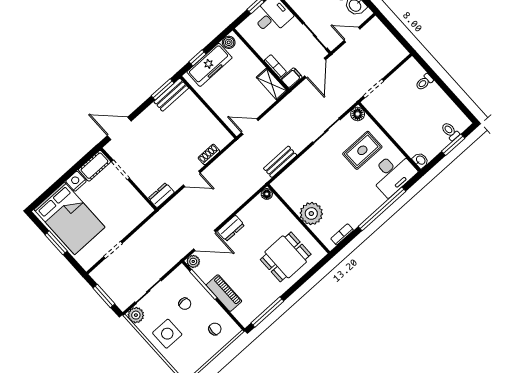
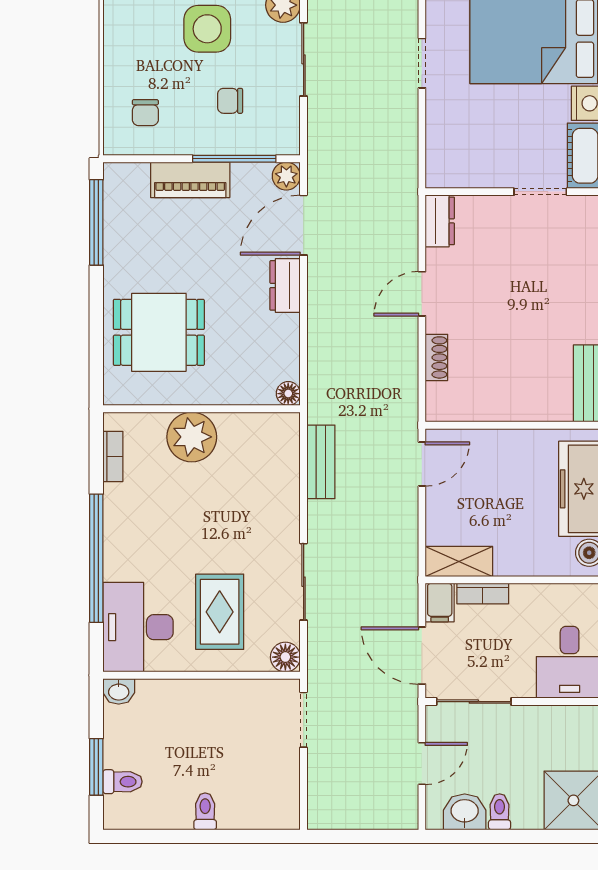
toilet: (424, 82) -> (205, 811), moved
dining table: (286, 257) -> (159, 332), turned 90

